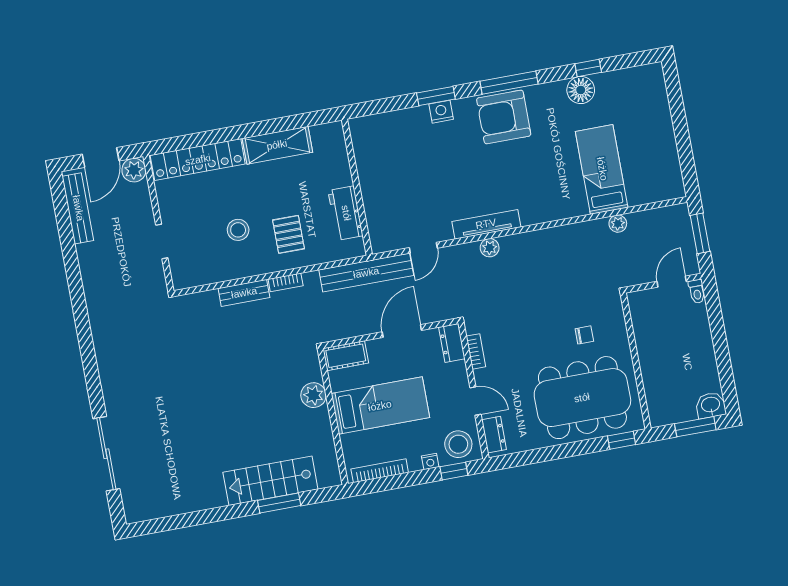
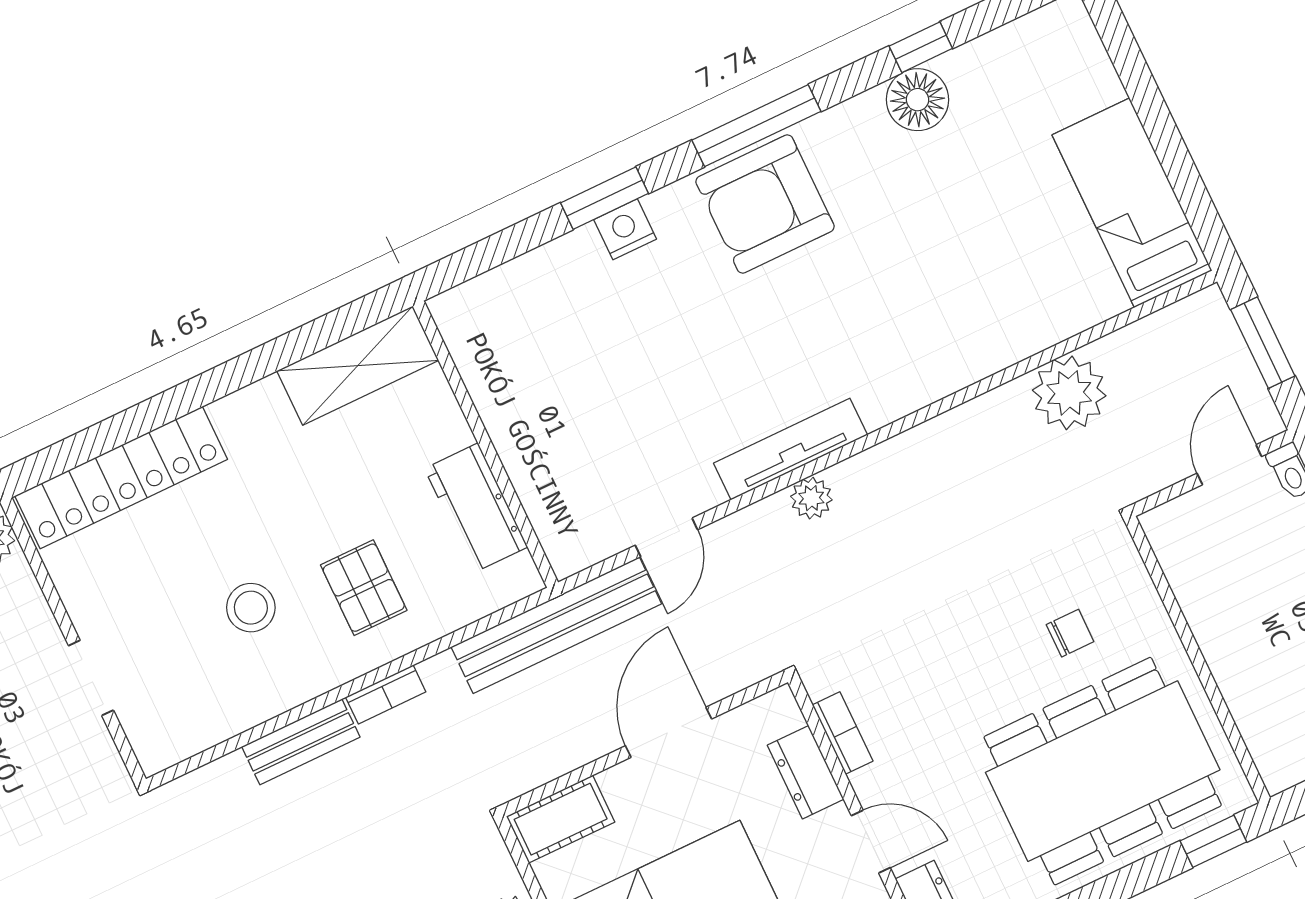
shelving: (277, 145) -> (358, 366), moved
bed: (602, 169) -> (1132, 203), moved
plant: (618, 224) -> (1069, 393), width x1.87, depth x1.87
dresser: (452, 343) -> (806, 772), moved

